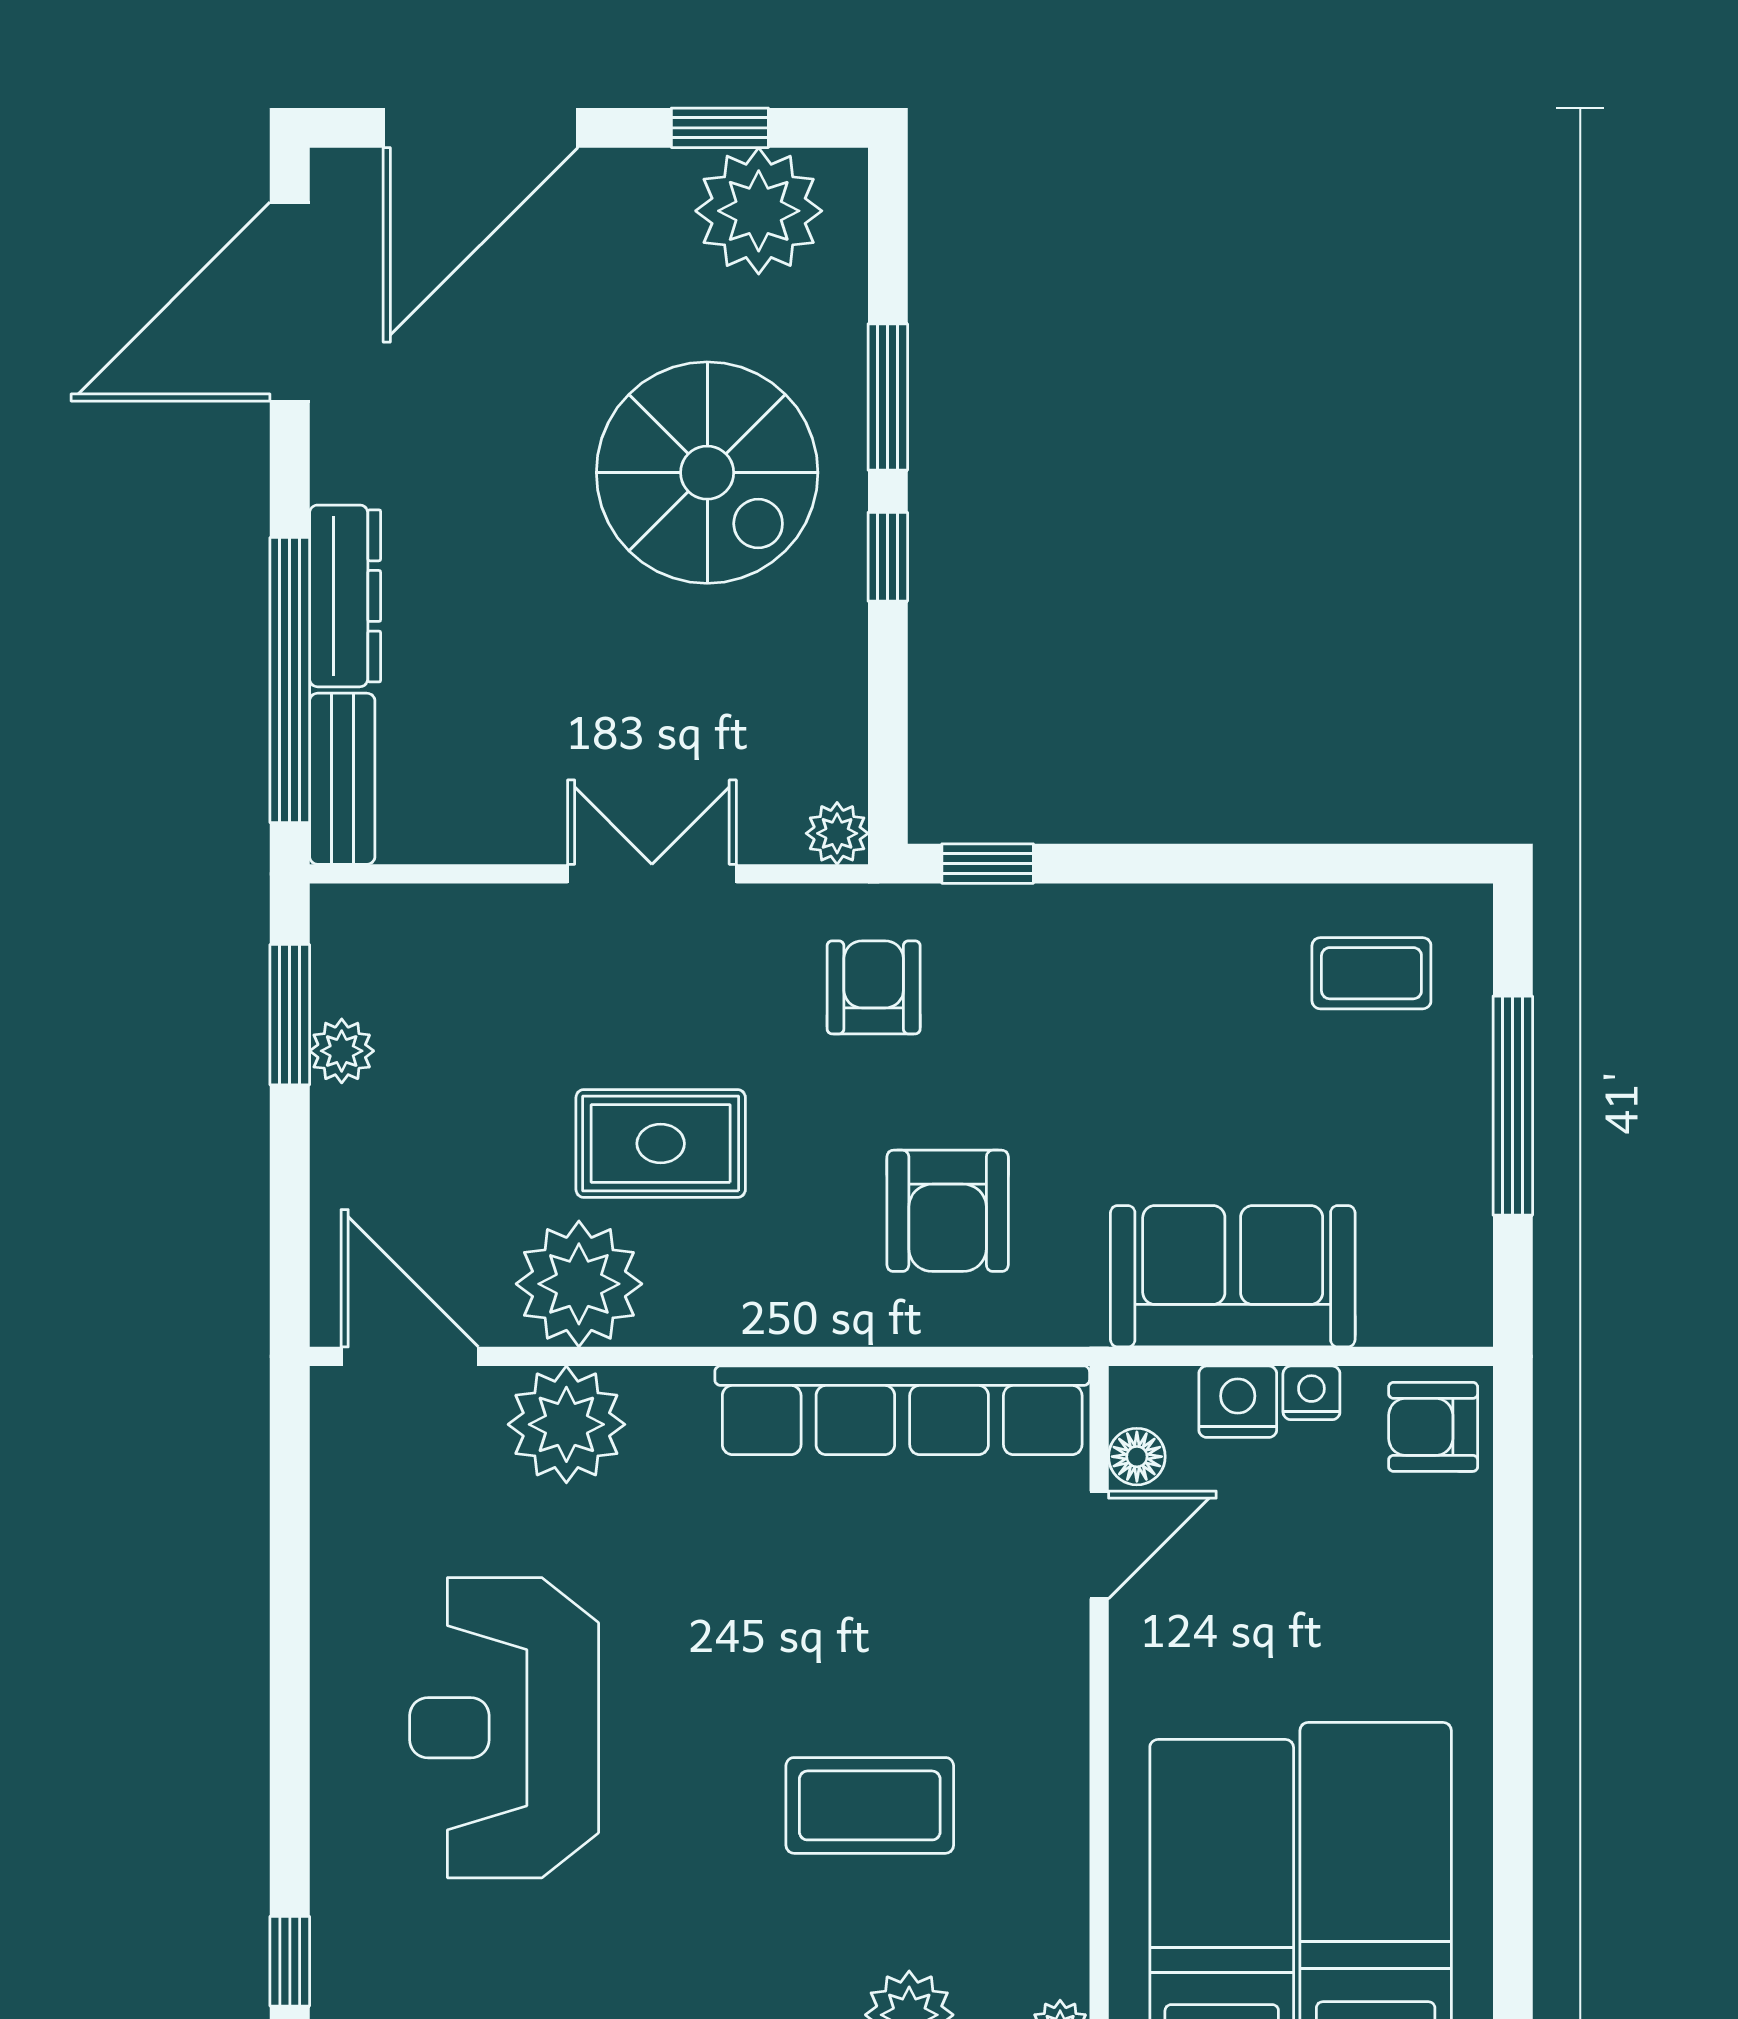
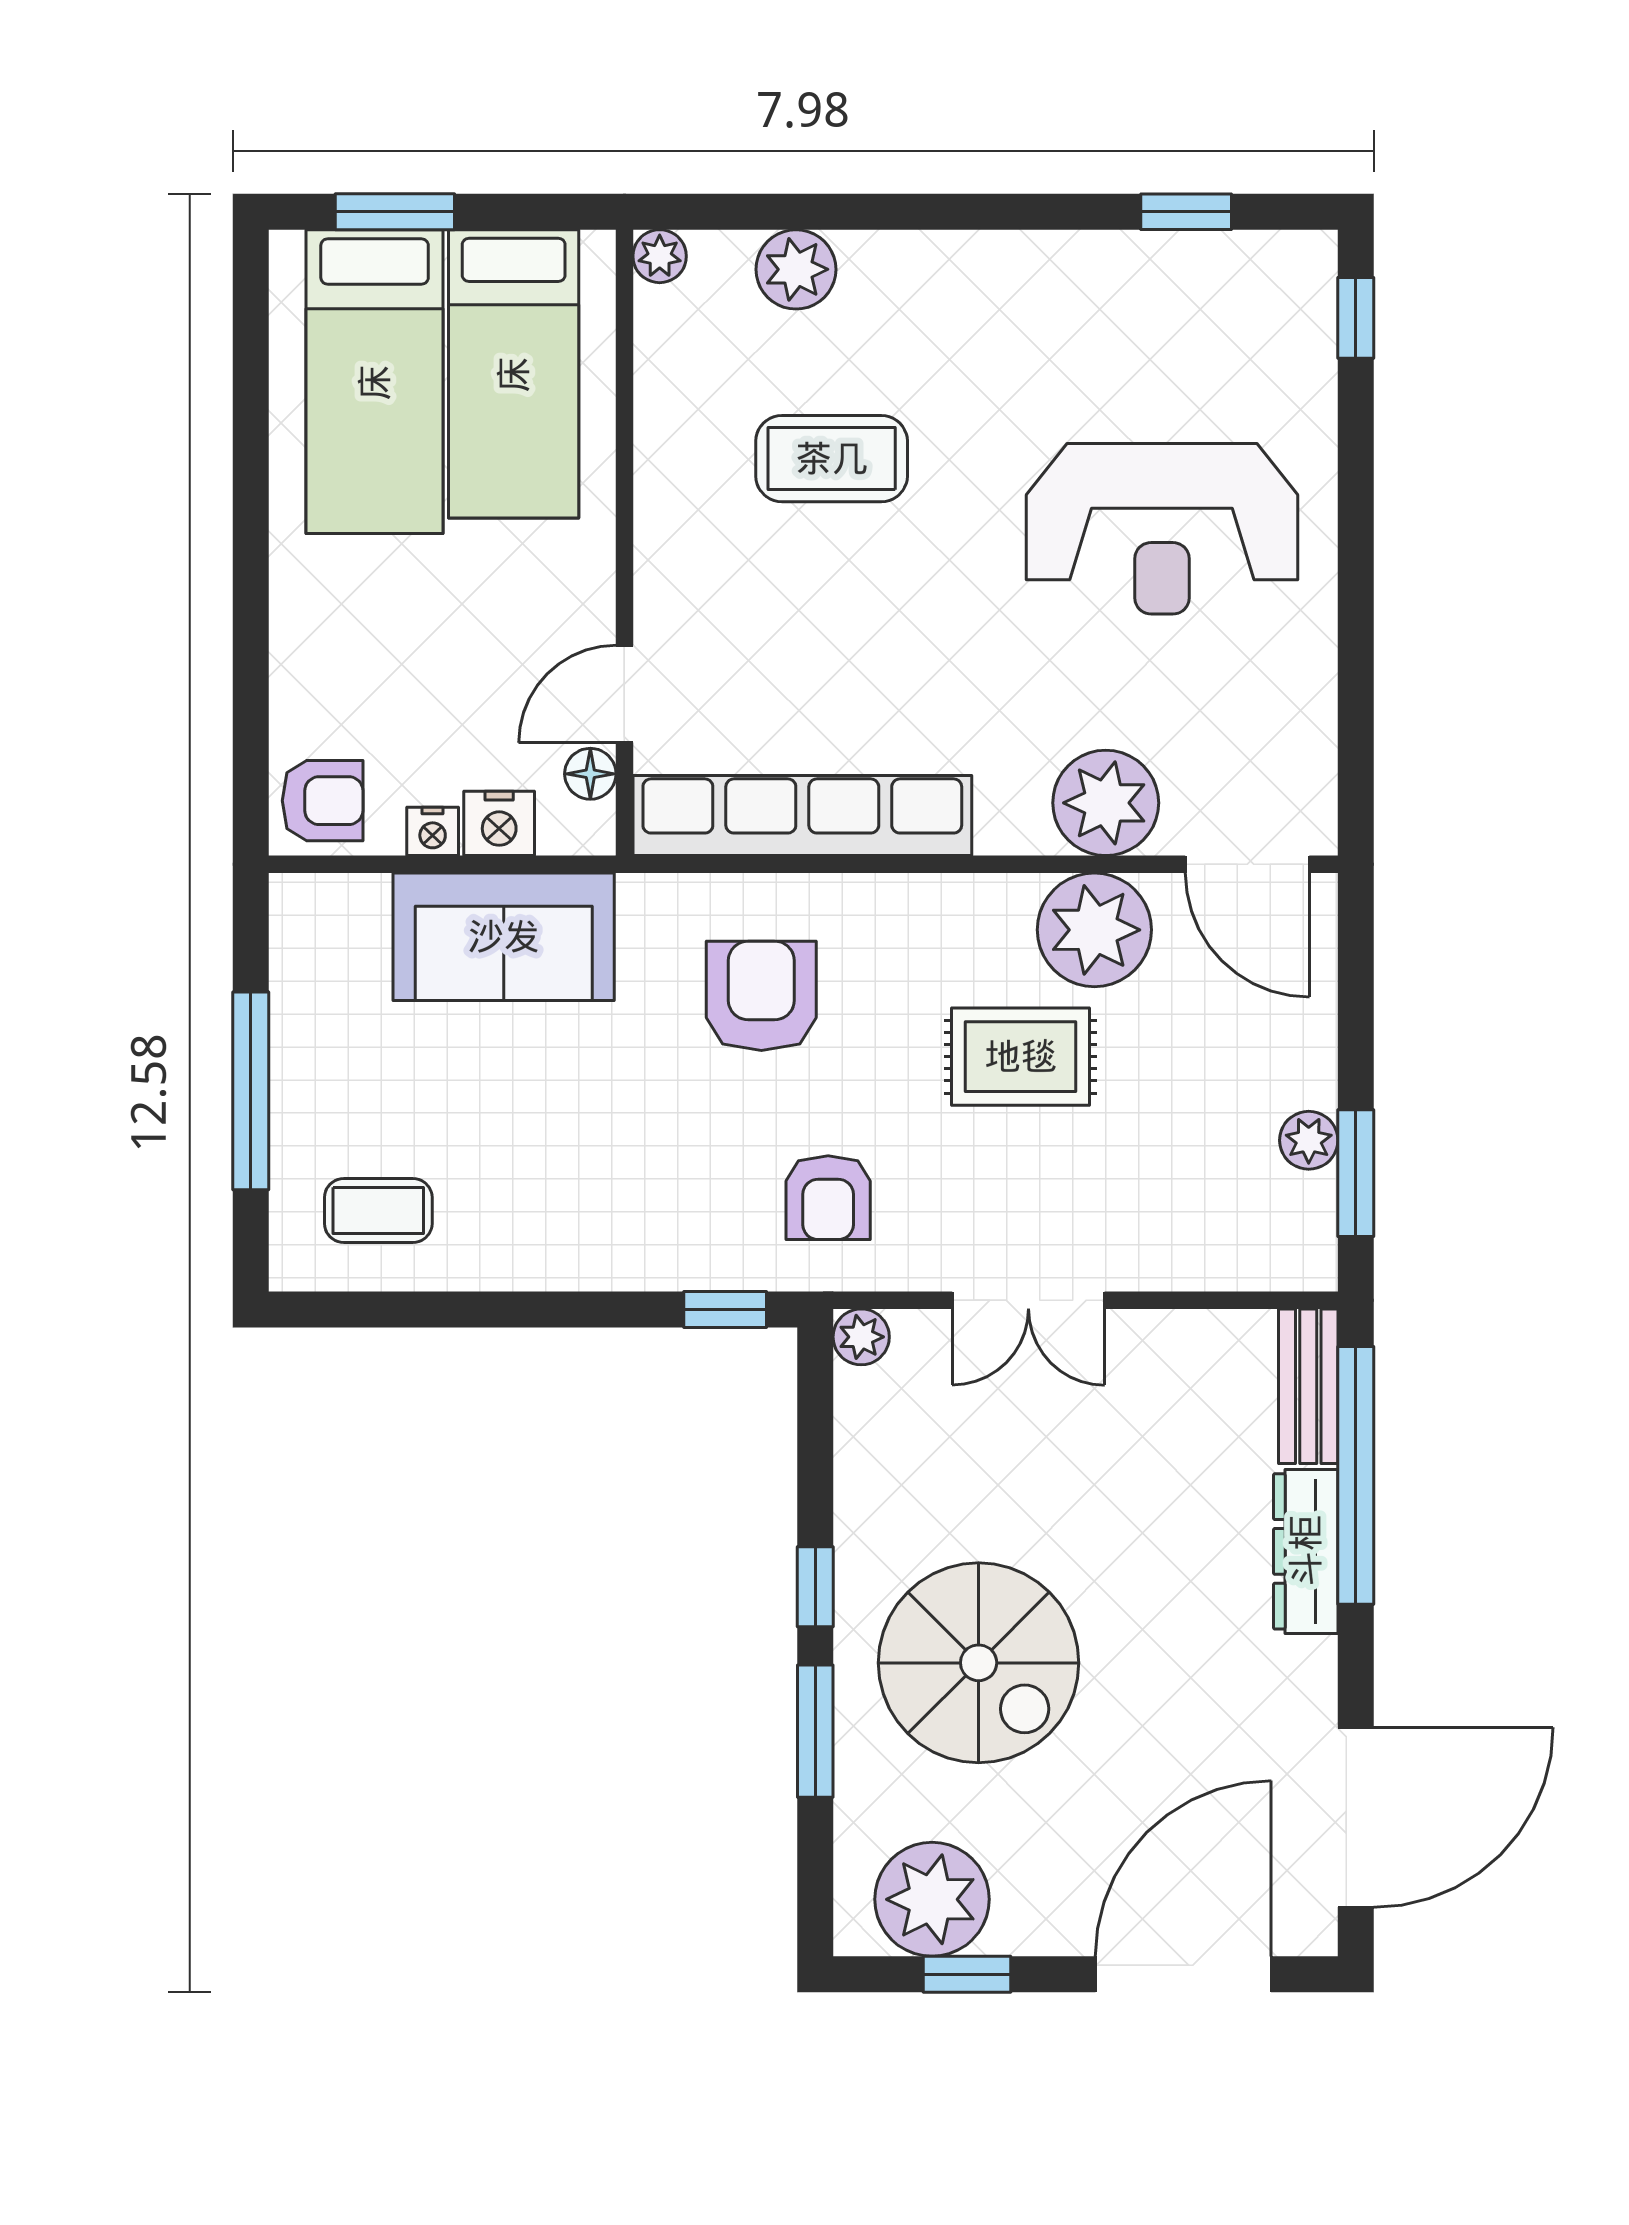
spiral stairs: (707, 473) -> (979, 1663), turned 180
reception desk: (504, 1728) -> (1162, 529), turned 90

